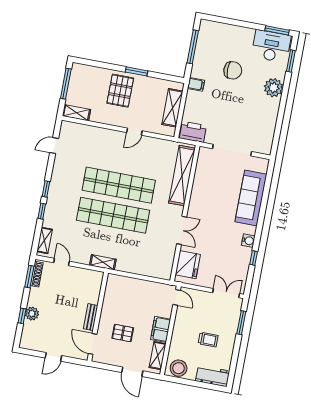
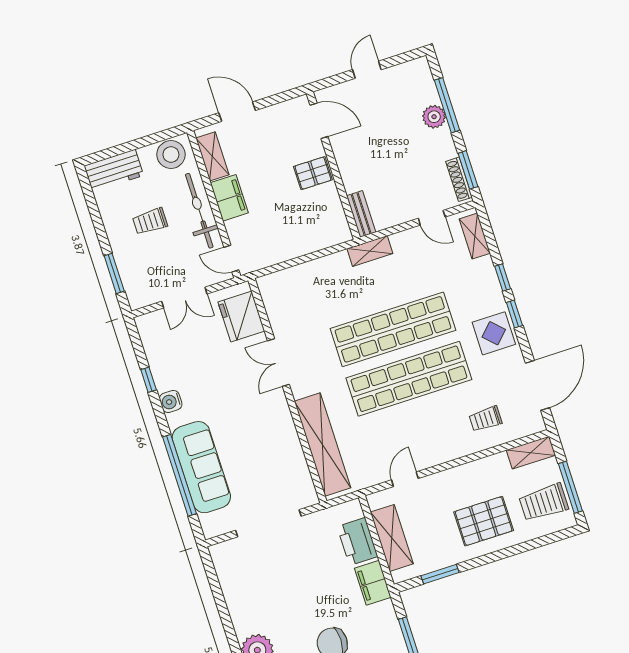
window: (136, 71) -> (440, 574), moved
trolley: (84, 83) -> (544, 502), added
filing cabinet: (196, 84) -> (373, 583), width x2.00
pallet: (120, 91) -> (484, 521), turned 90
door: (134, 132) -> (405, 479), moved
printer: (193, 132) -> (357, 541), moved, turned 90
trolley: (90, 143) -> (486, 419), added
door: (54, 146) -> (537, 385), width x1.88
display table: (62, 185) -> (494, 333), added
window: (265, 200) -> (179, 475), added
double door: (226, 293) -> (184, 298), moved
window: (22, 316) -> (447, 105), width x2.17
bench: (91, 317) -> (361, 214), moved
bicycle: (180, 331) -> (199, 211), added
pallet: (123, 333) -> (313, 173), moved

